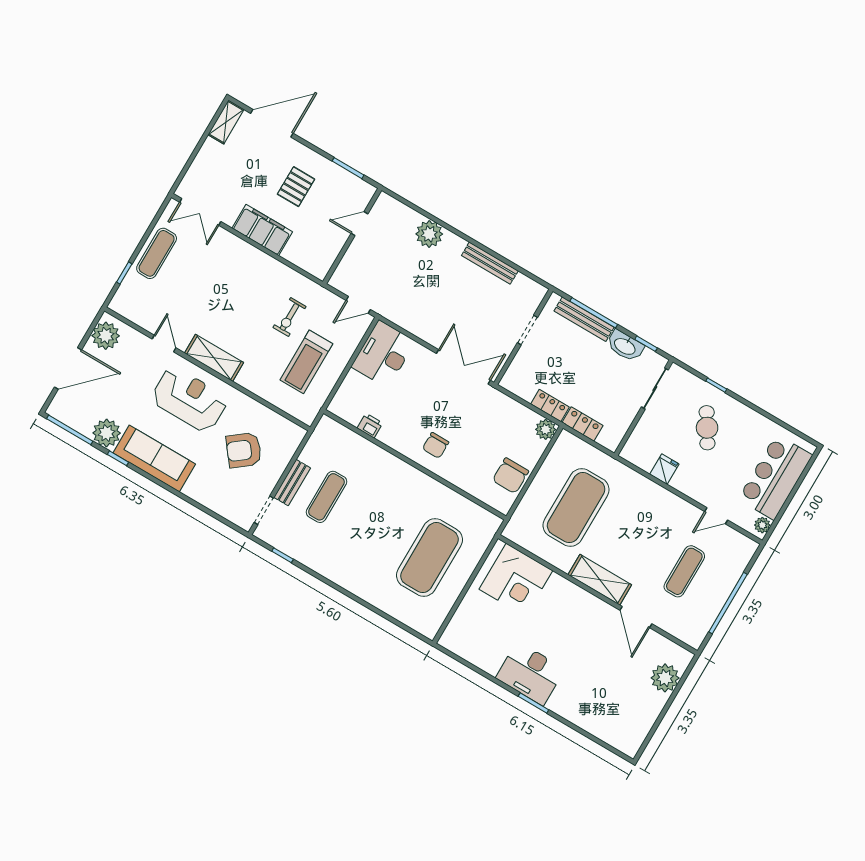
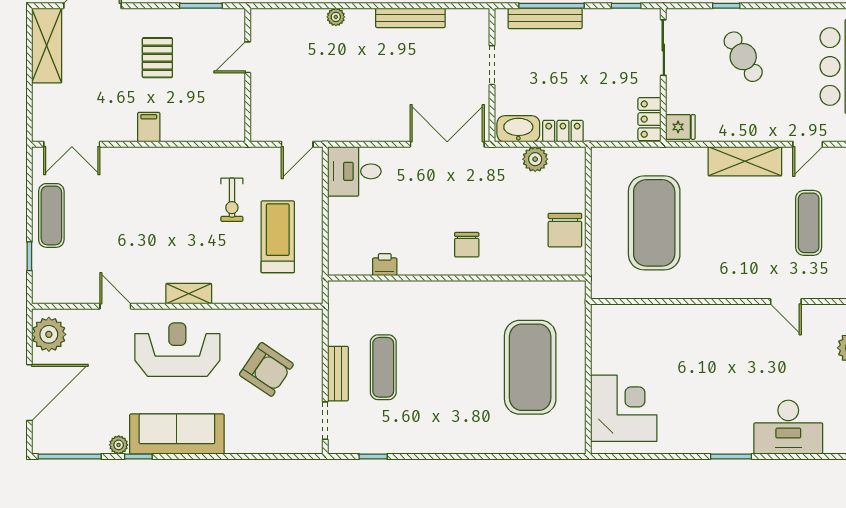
shelving: (226, 122) -> (47, 45), width x1.50, depth x1.33
filing cabinet: (262, 230) -> (149, 127), width x0.33, depth x0.86
plant: (429, 234) -> (336, 17), width x0.53, depth x0.53
washbasin: (625, 346) -> (518, 129), moved, turned 180
desk: (383, 354) -> (354, 171), width x0.73
shelving: (214, 358) -> (189, 294), width x0.67, depth x0.75
treadmill: (306, 362) -> (278, 237), turned 180
locker: (583, 424) -> (649, 119), moved, turned -90
plant: (546, 429) -> (535, 159), moved
plant: (107, 433) -> (119, 445), width x0.53, depth x0.53
armchair: (244, 450) -> (266, 369), turned -108
fridge: (664, 469) -> (680, 127), moved, turned 90
corner desk: (516, 580) -> (624, 408), moved, turned -90
shelving: (600, 580) -> (745, 161), moved
door: (636, 617) -> (786, 302), width x0.73
desk: (530, 673) -> (788, 427), moved

